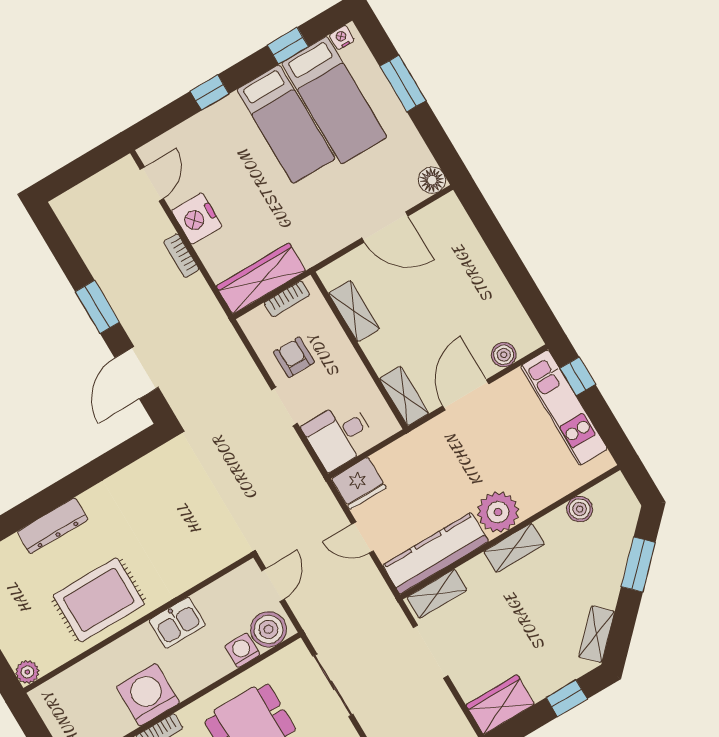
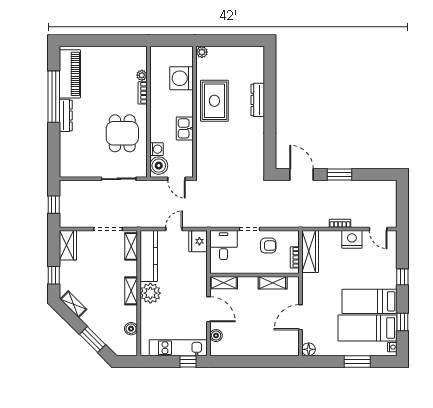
washing machine: (148, 695) -> (182, 78), moved, turned 180

